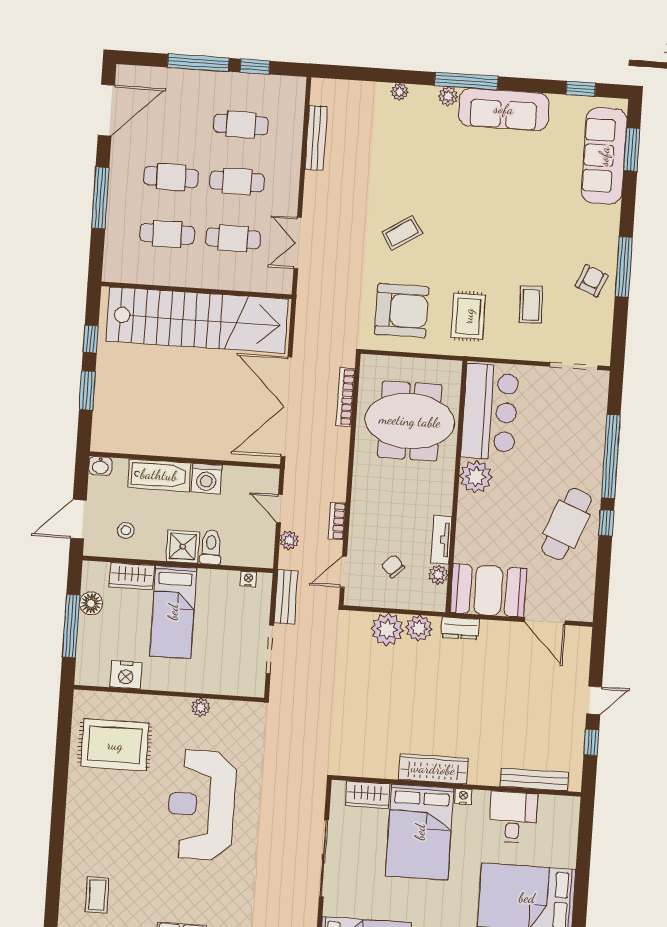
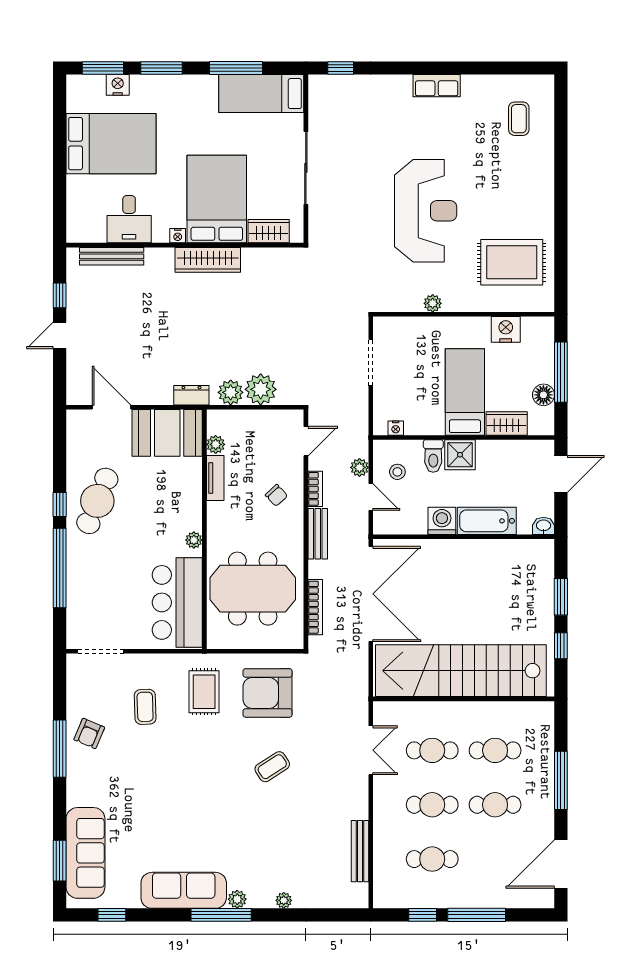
plant: (476, 477) -> (194, 540), width x0.53, depth x0.53
stool: (126, 530) -> (397, 472), moved
chair: (393, 566) -> (276, 495), moved
bench: (286, 597) -> (318, 534), moved

